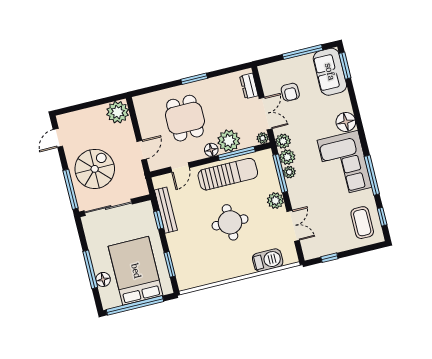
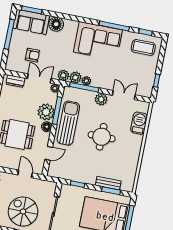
floor lamp: (346, 122) -> (56, 24), moved
door: (180, 167) -> (49, 153), hinge flipped
bench: (166, 210) -> (108, 183), moved, width x0.73

